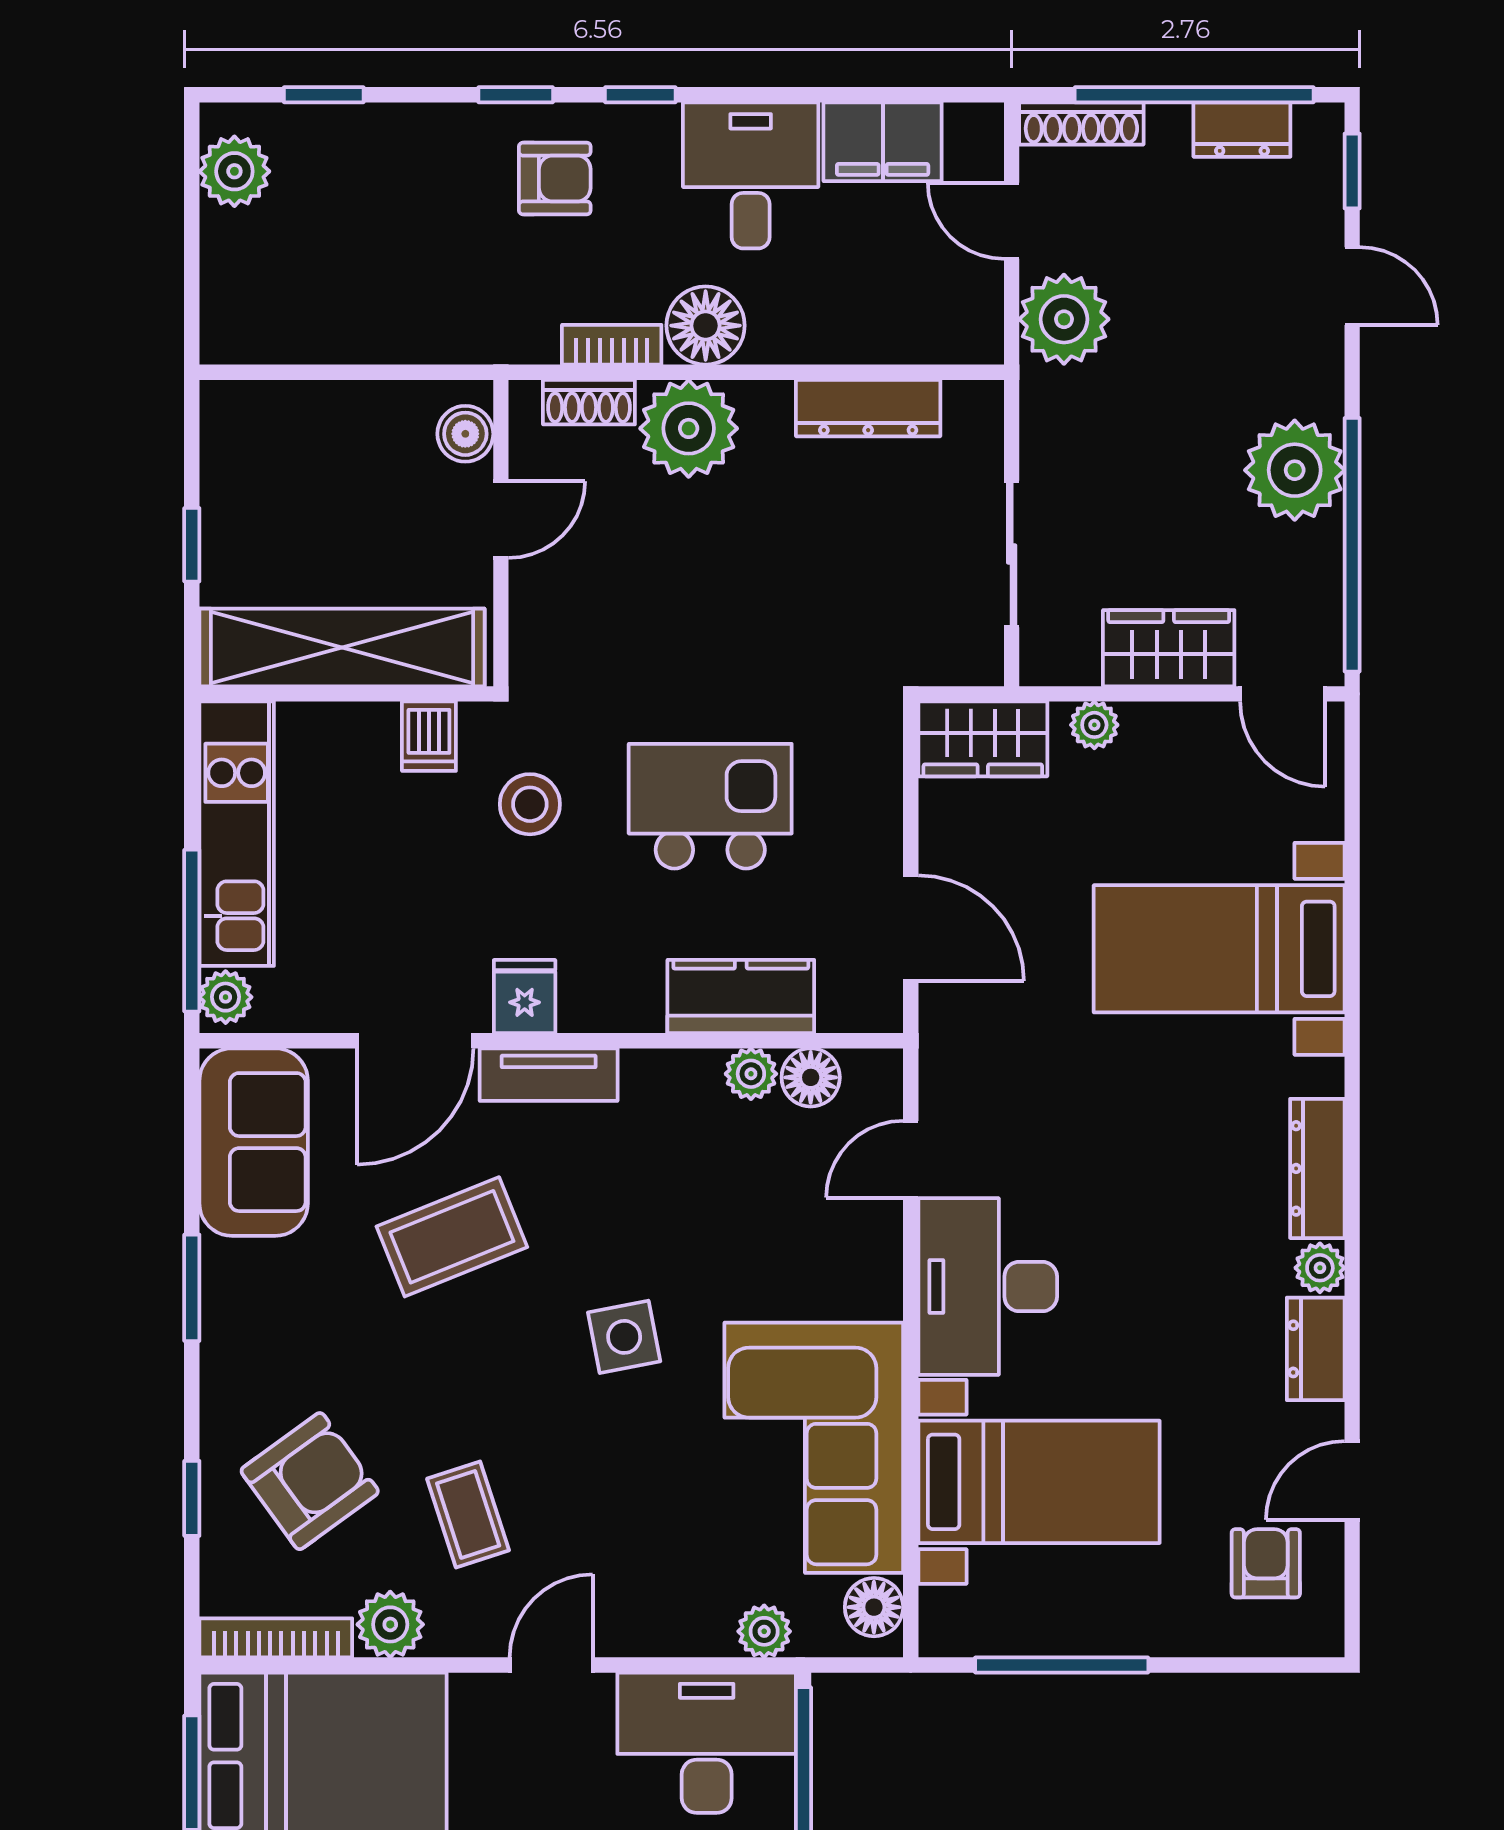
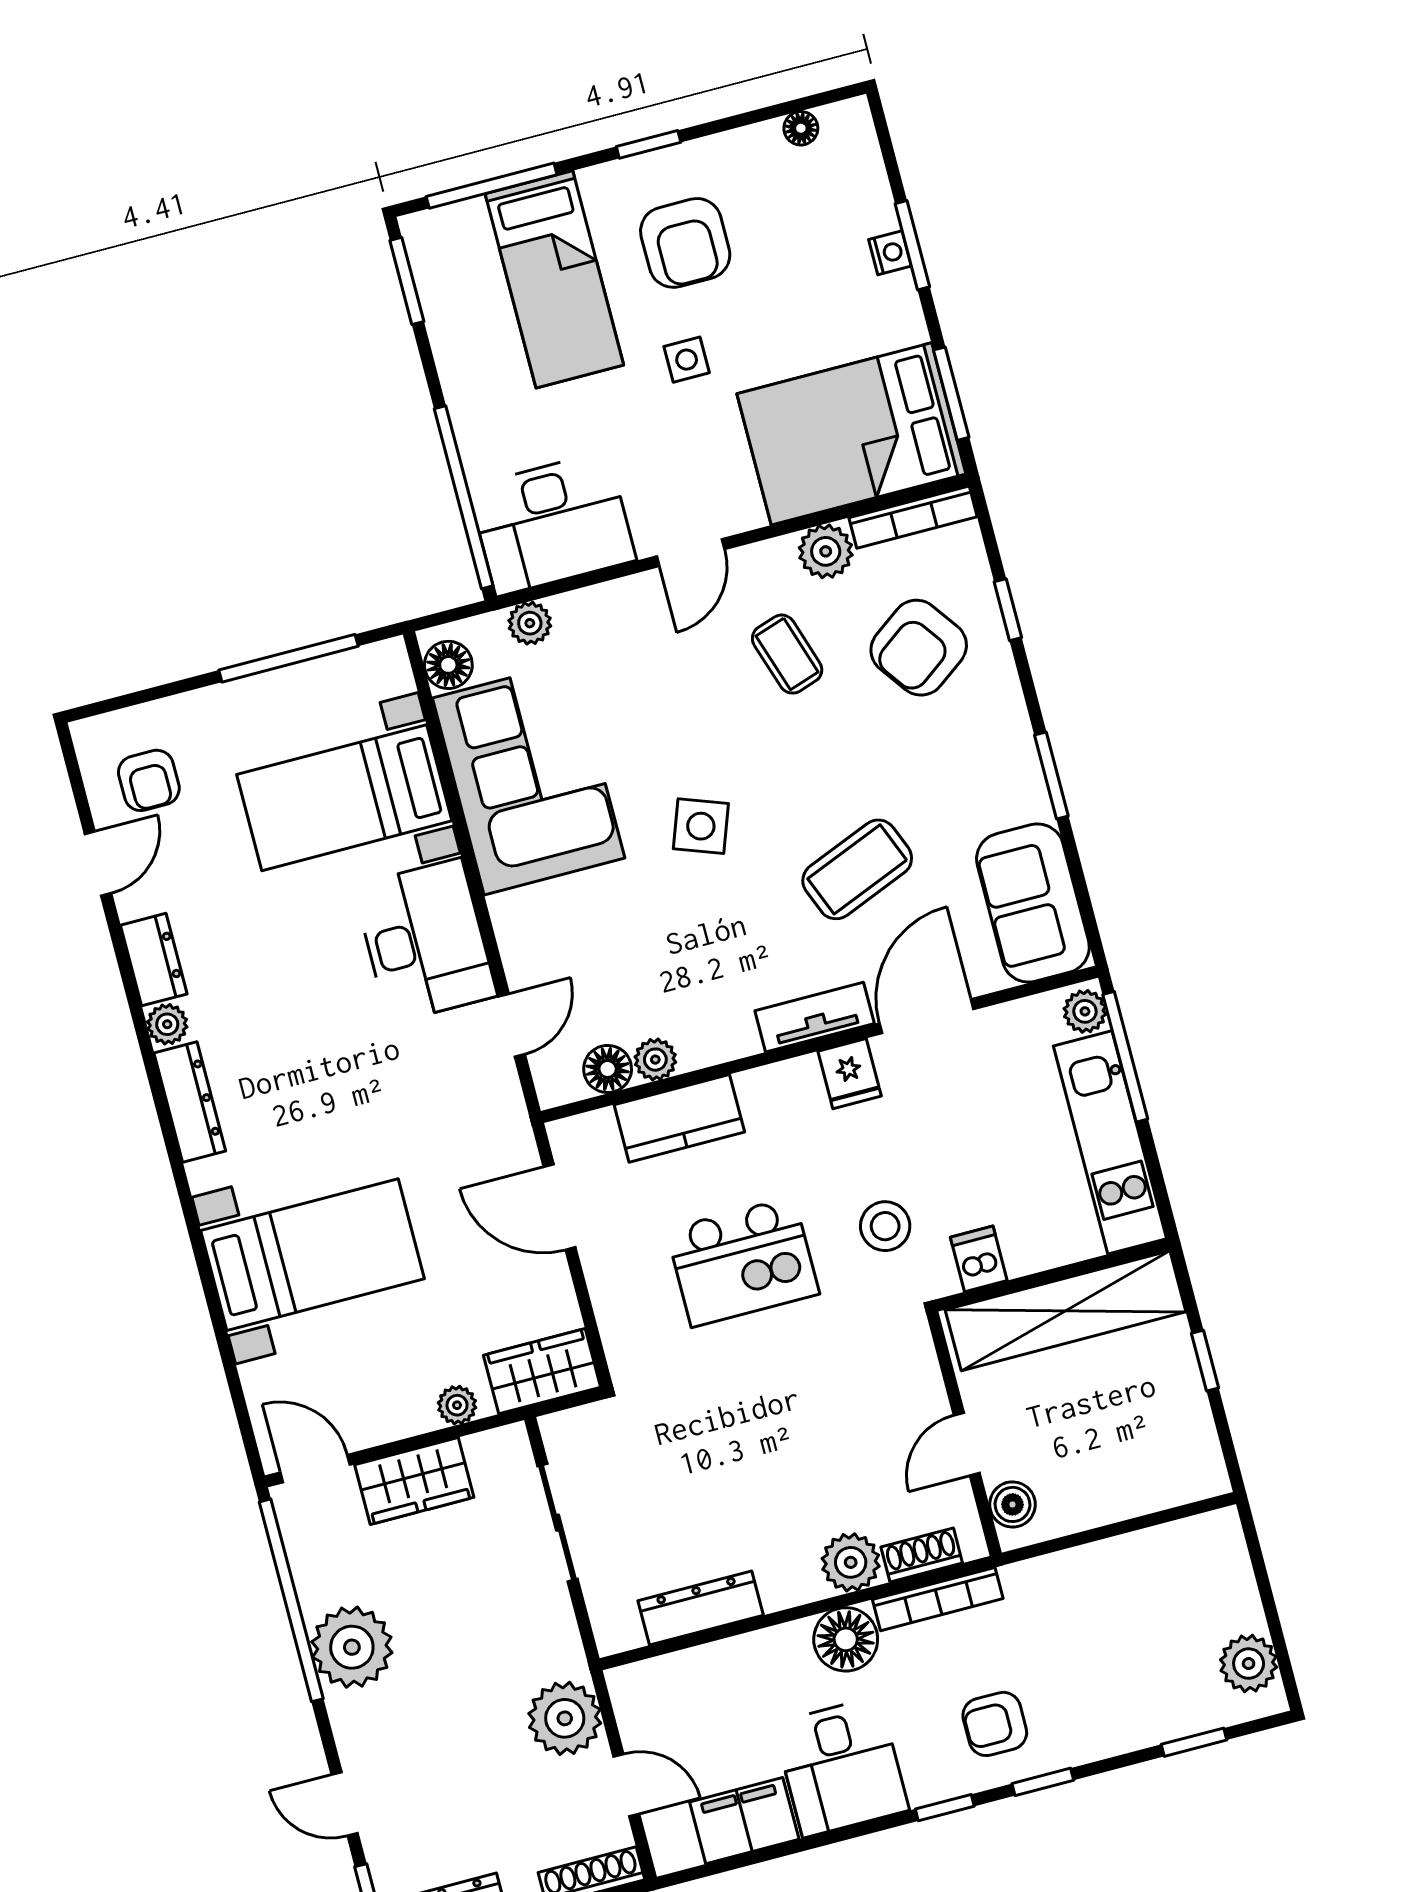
bookcase: (612, 345) -> (938, 1599), width x1.56
plant: (689, 428) -> (851, 1562), width x0.73, depth x0.73
side table: (624, 1337) -> (701, 826), turned 31

